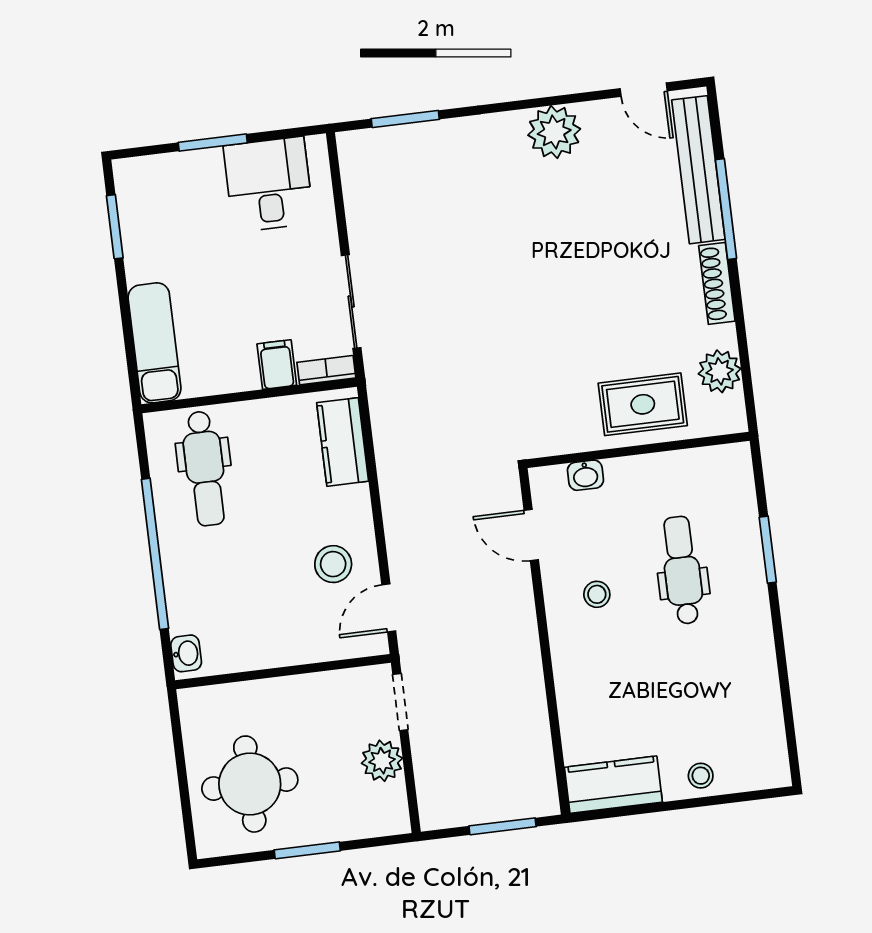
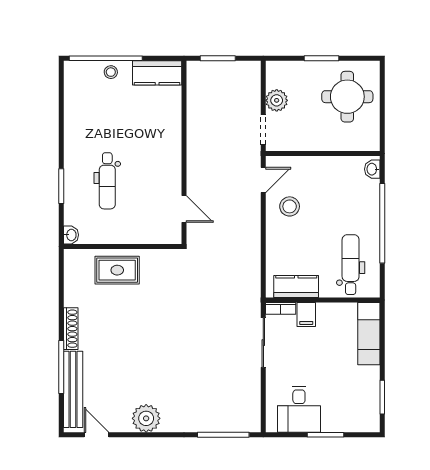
window: (405, 119) -> (223, 435), width x1.44
plant: (720, 371) -> (75, 282), removed
kitchen counter: (343, 442) -> (296, 287), moved, turned -90
washbasin: (585, 475) -> (71, 235), moved, turned 90
stool: (597, 594) -> (153, 174), removed
window: (713, 800) -> (106, 58), added

